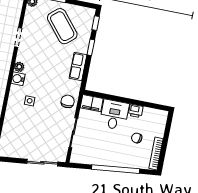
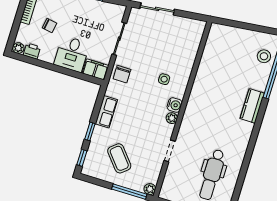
coffee table: (62, 26) -> (119, 158), width x0.73, depth x0.76
printer: (136, 111) -> (32, 51), moved
plant: (162, 115) -> (18, 48), added

